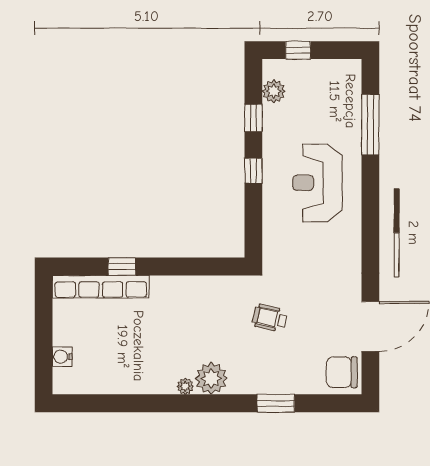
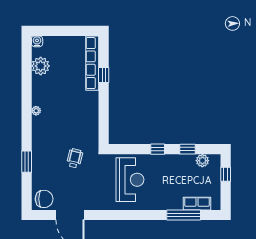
row of seats: (350, 101) -> (197, 204), added
reception desk: (317, 183) -> (130, 180), moved, turned 90
water cooler: (62, 357) -> (37, 41), moved
chair: (342, 372) -> (44, 199), turned 90
plant: (211, 378) -> (41, 66), moved

